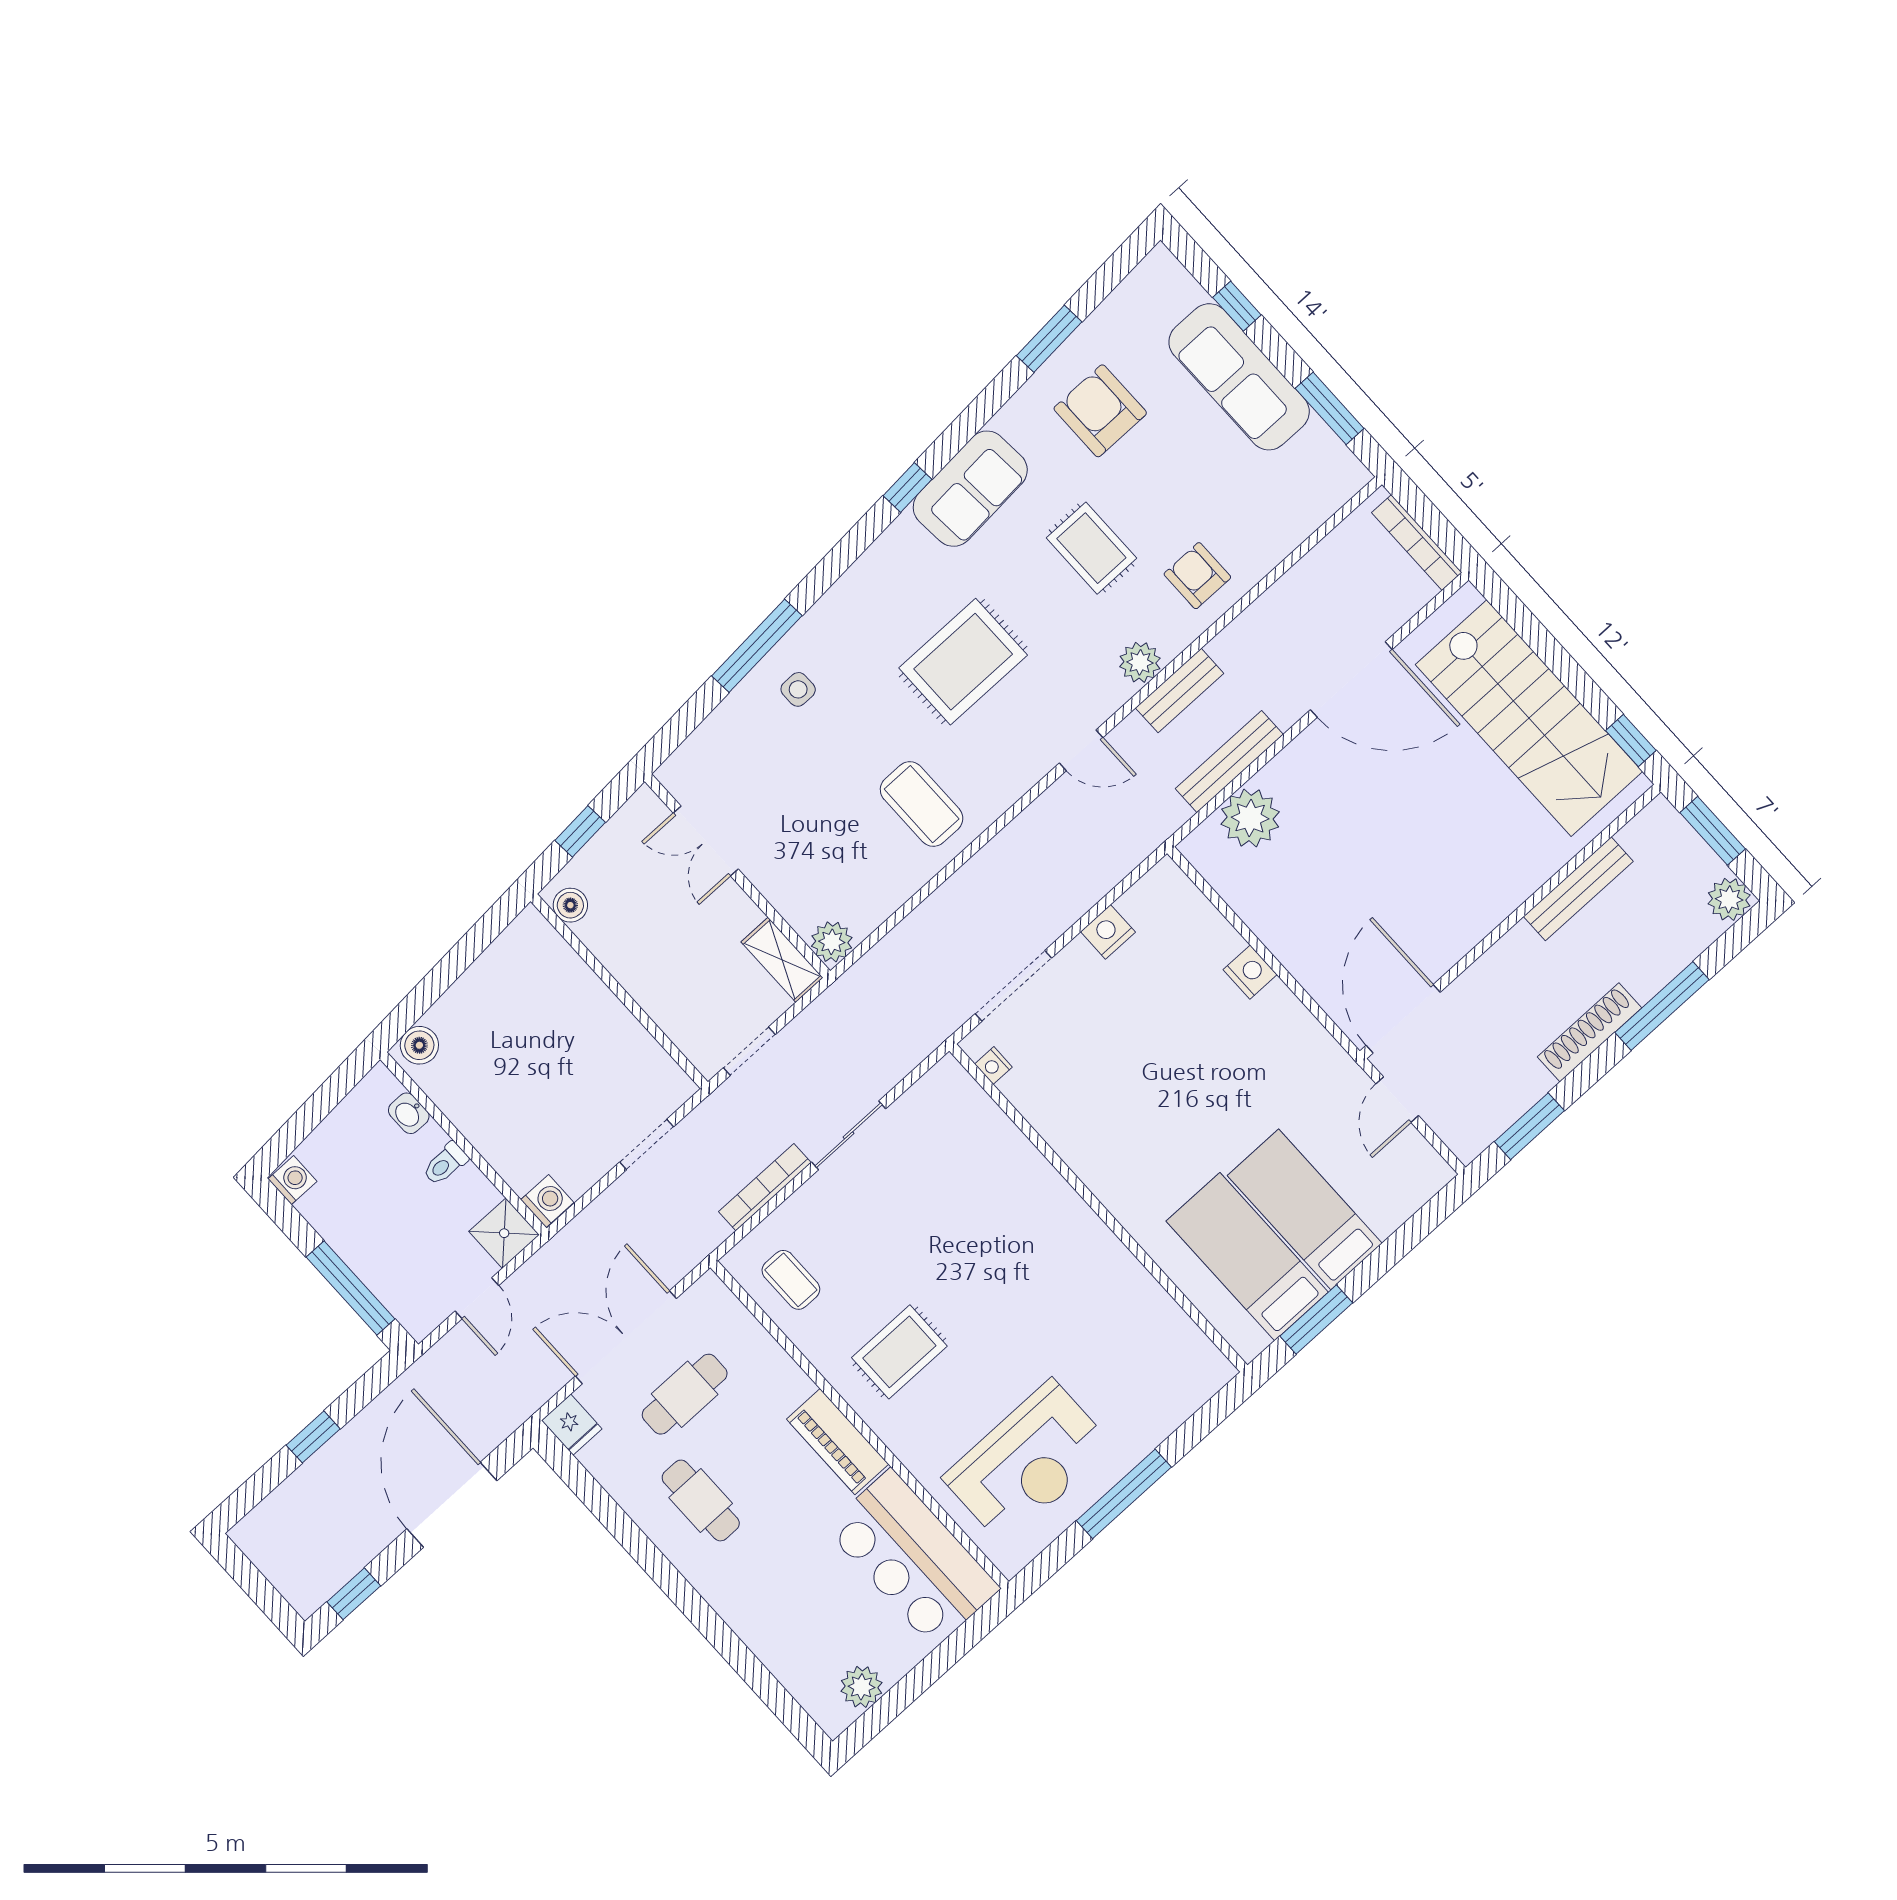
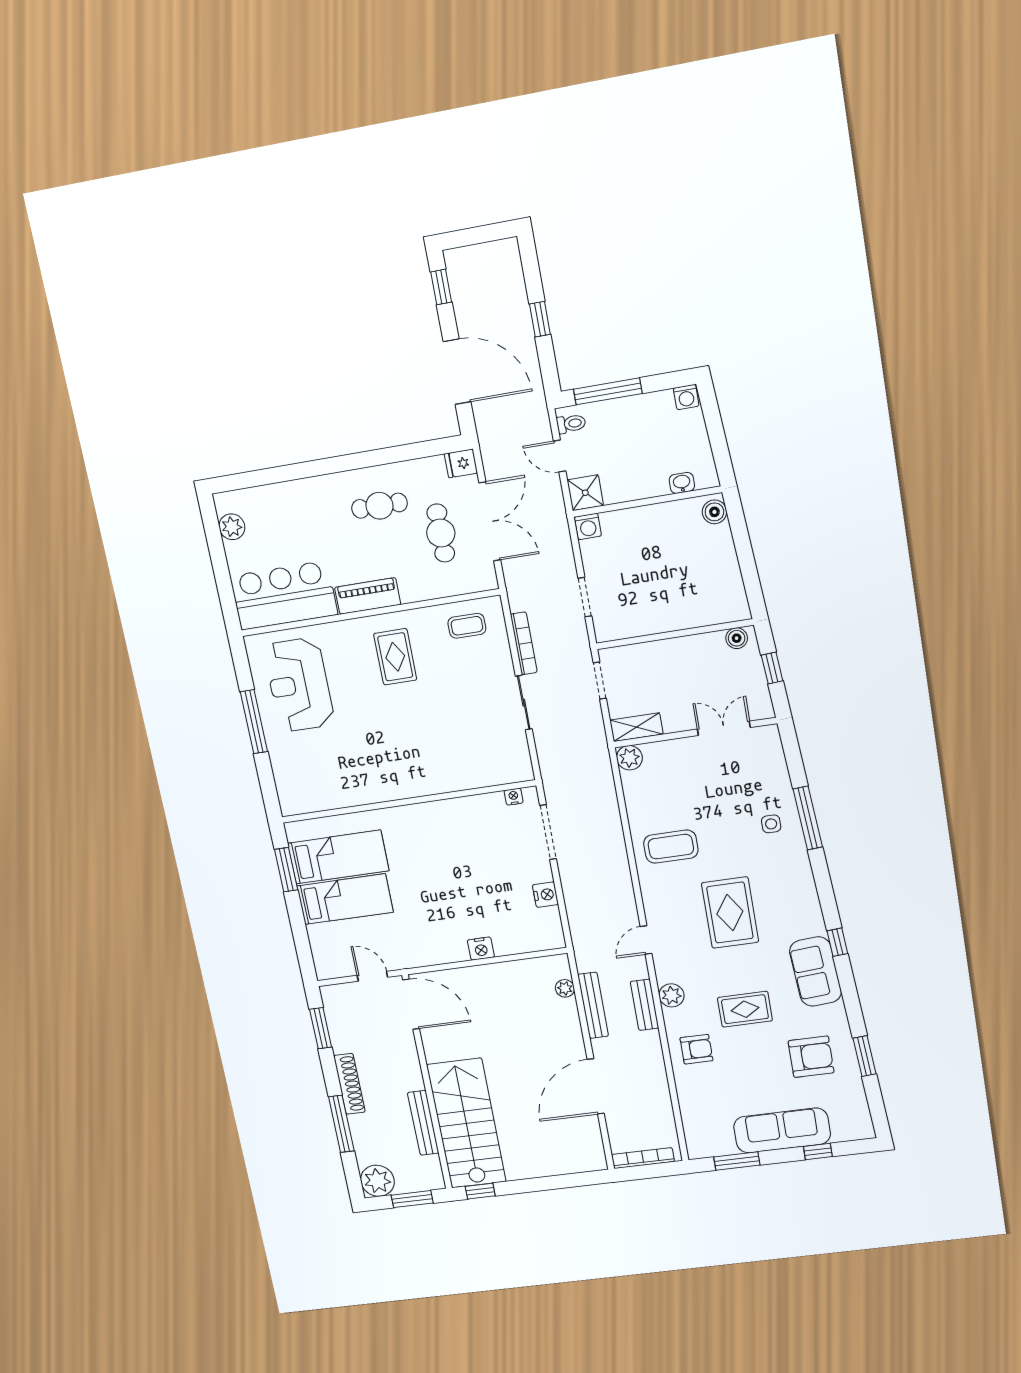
stairs: (1529, 718) -> (466, 1123), moved, turned 90
plant: (1250, 818) -> (565, 988), width x0.53, depth x0.53
plant: (1729, 899) -> (377, 1181), width x1.36, depth x1.36
toilet: (445, 1164) -> (571, 424), moved, turned 90

